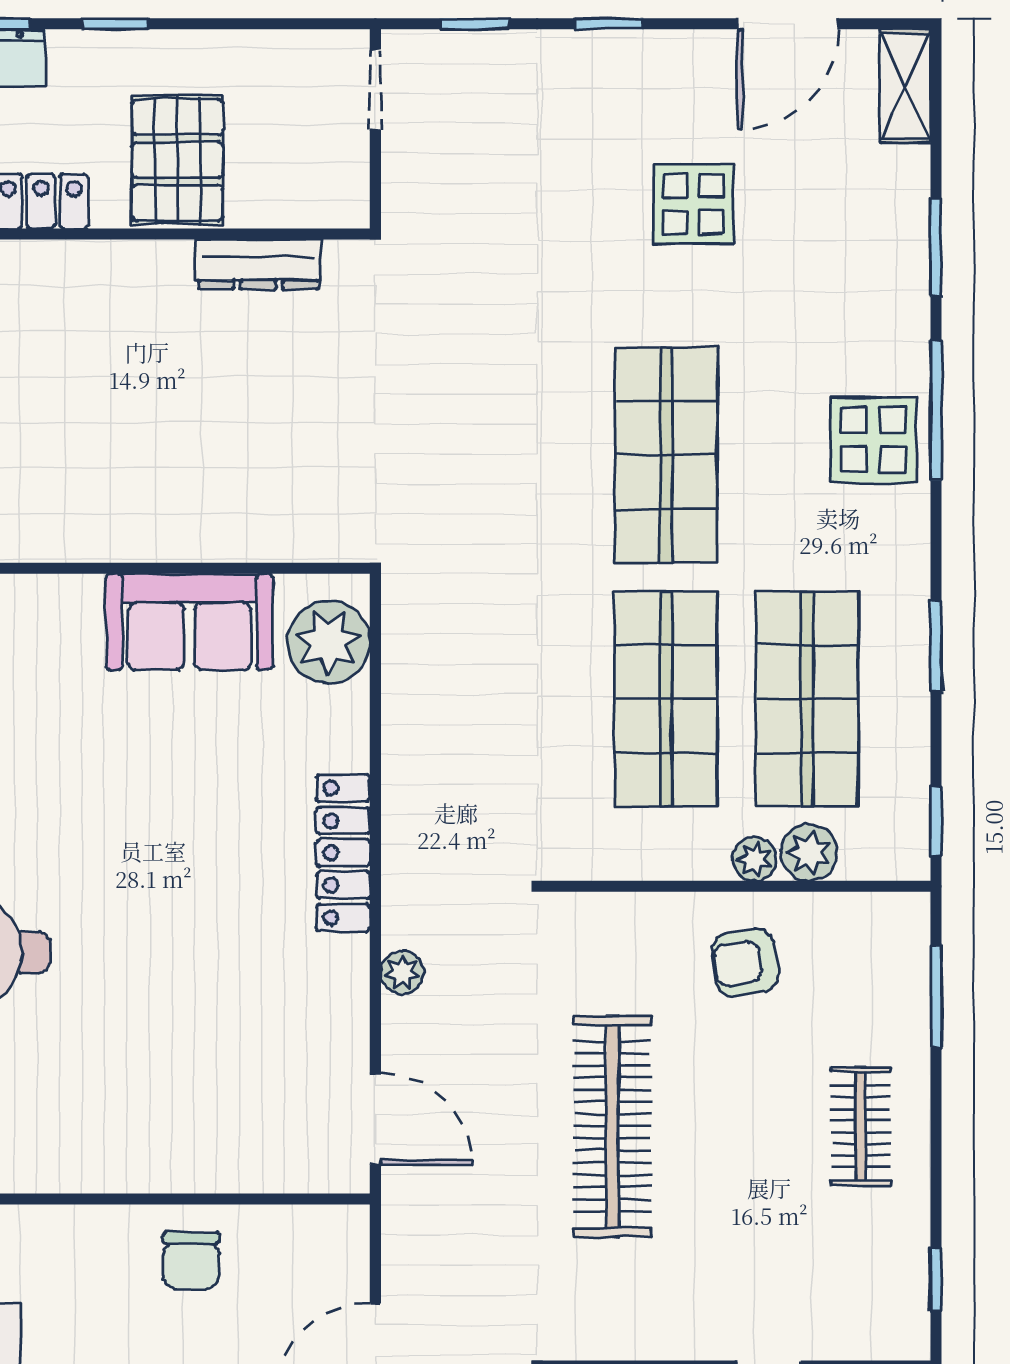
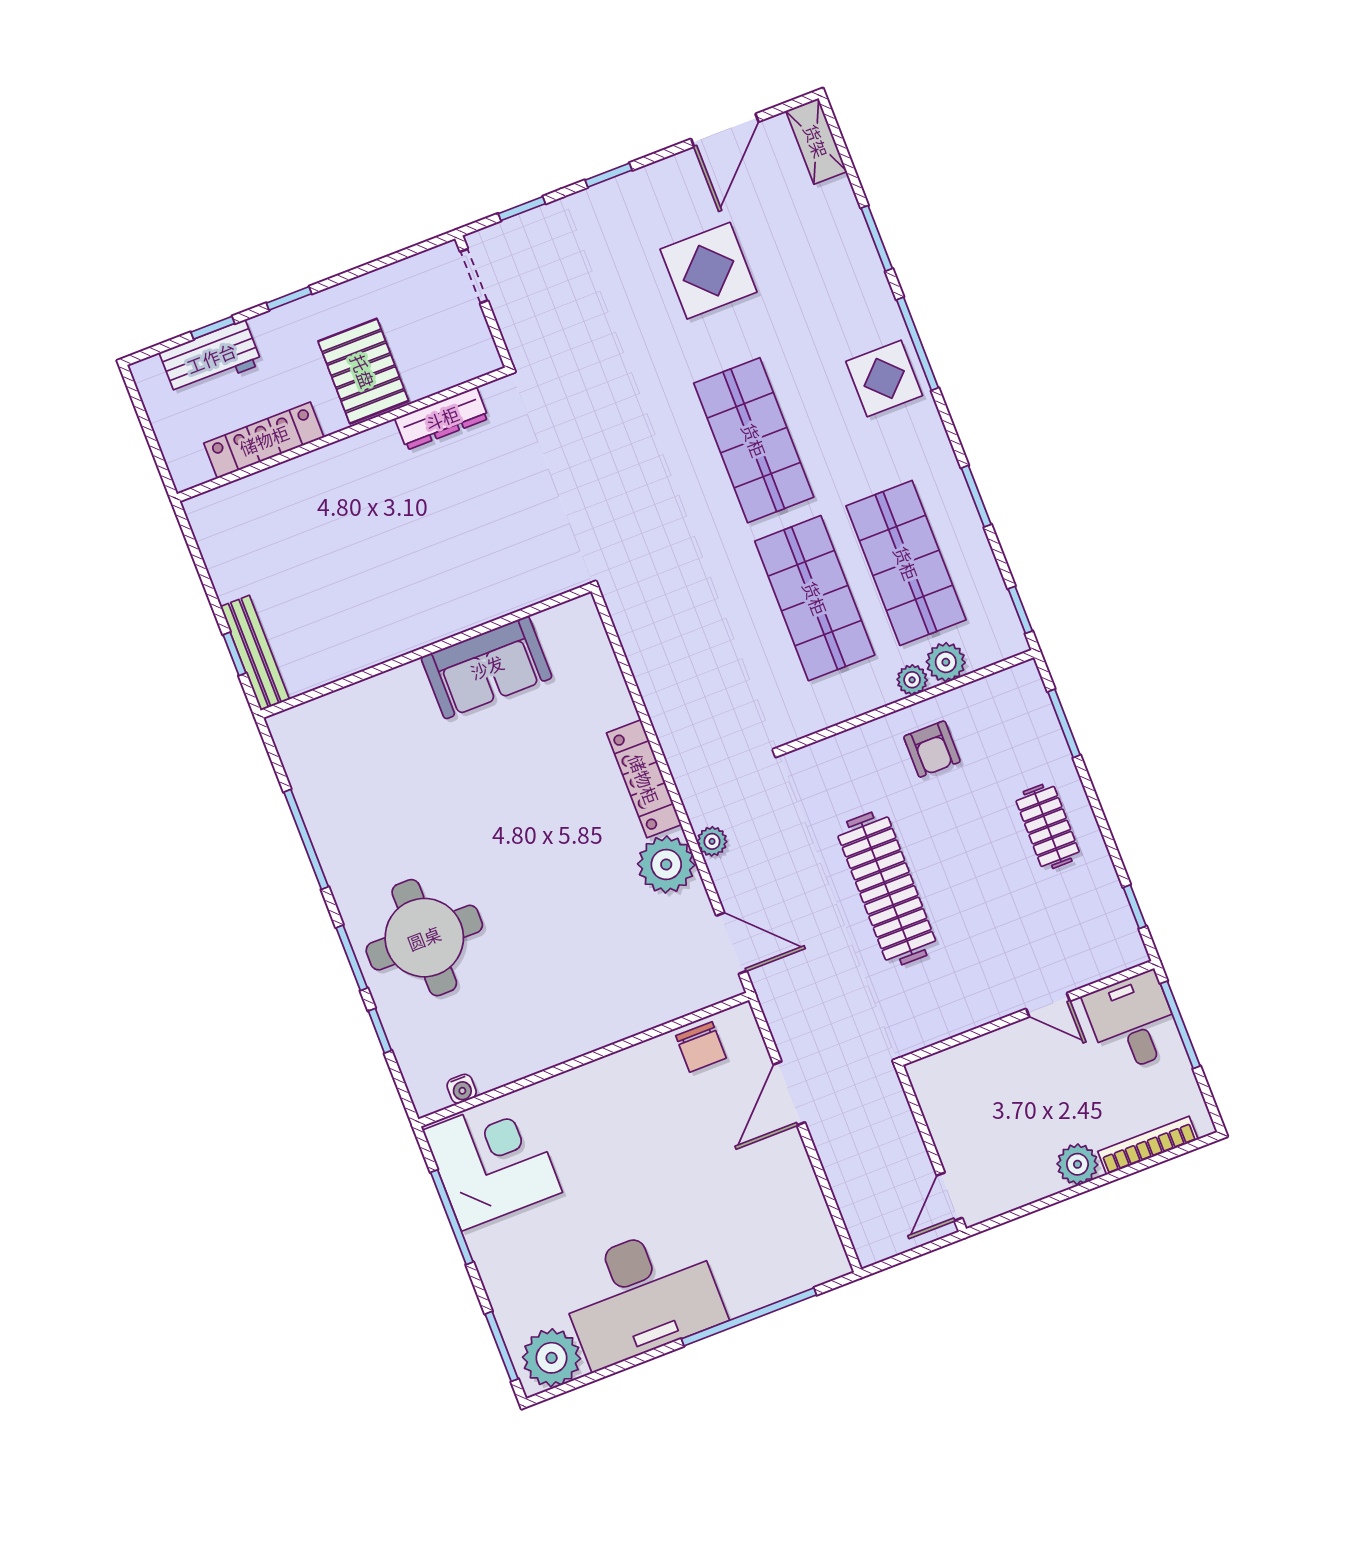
display table: (693, 204) -> (709, 271), width x1.36, depth x1.36
plant: (329, 642) -> (666, 864), moved
armchair: (745, 962) -> (932, 749), turned -81
chair: (191, 1260) -> (701, 1047), moved

